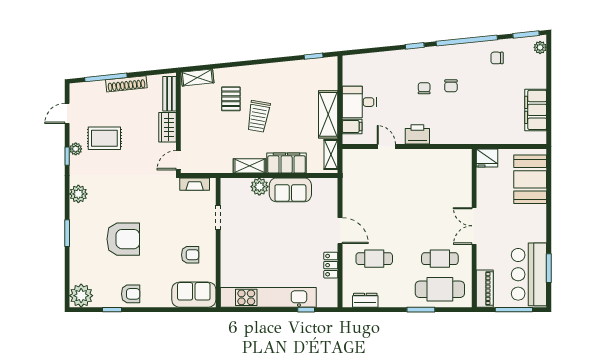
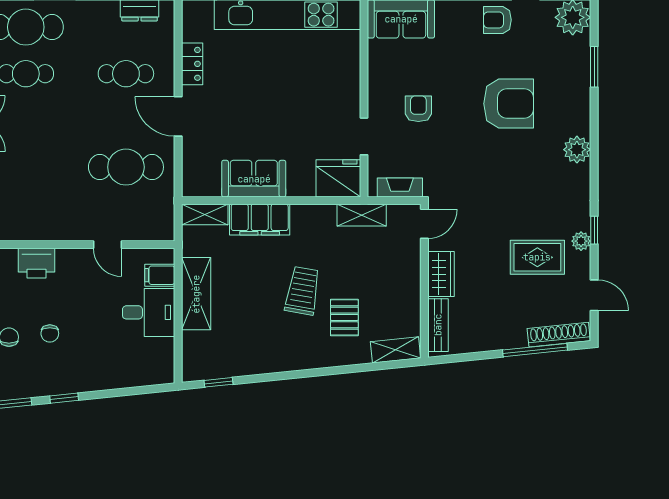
shoe rack: (126, 84) -> (559, 335), moved
door: (67, 113) -> (594, 295), hinge flipped
printer: (417, 134) -> (36, 263), moved
shelving: (331, 154) -> (205, 214), moved, turned 90
shelving: (250, 166) -> (362, 215), moved
plant: (259, 187) -> (301, 184), removed
fridge: (235, 190) -> (338, 178), added
plant: (78, 194) -> (577, 150), moved
cafe table: (374, 197) -> (126, 167), added
window: (67, 233) -> (594, 67), moved
armchair: (123, 239) -> (509, 104), turned 180
armchair: (190, 255) -> (418, 109), moved, turned 90

